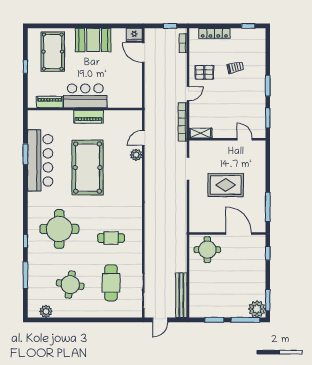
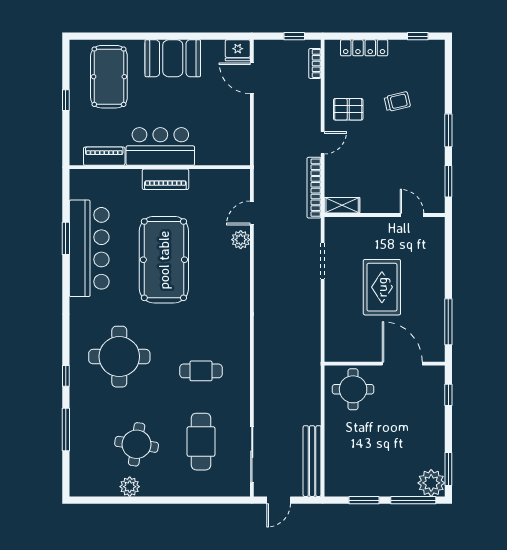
rug: (226, 185) -> (382, 287), turned 90
plant: (46, 311) -> (130, 487), moved

